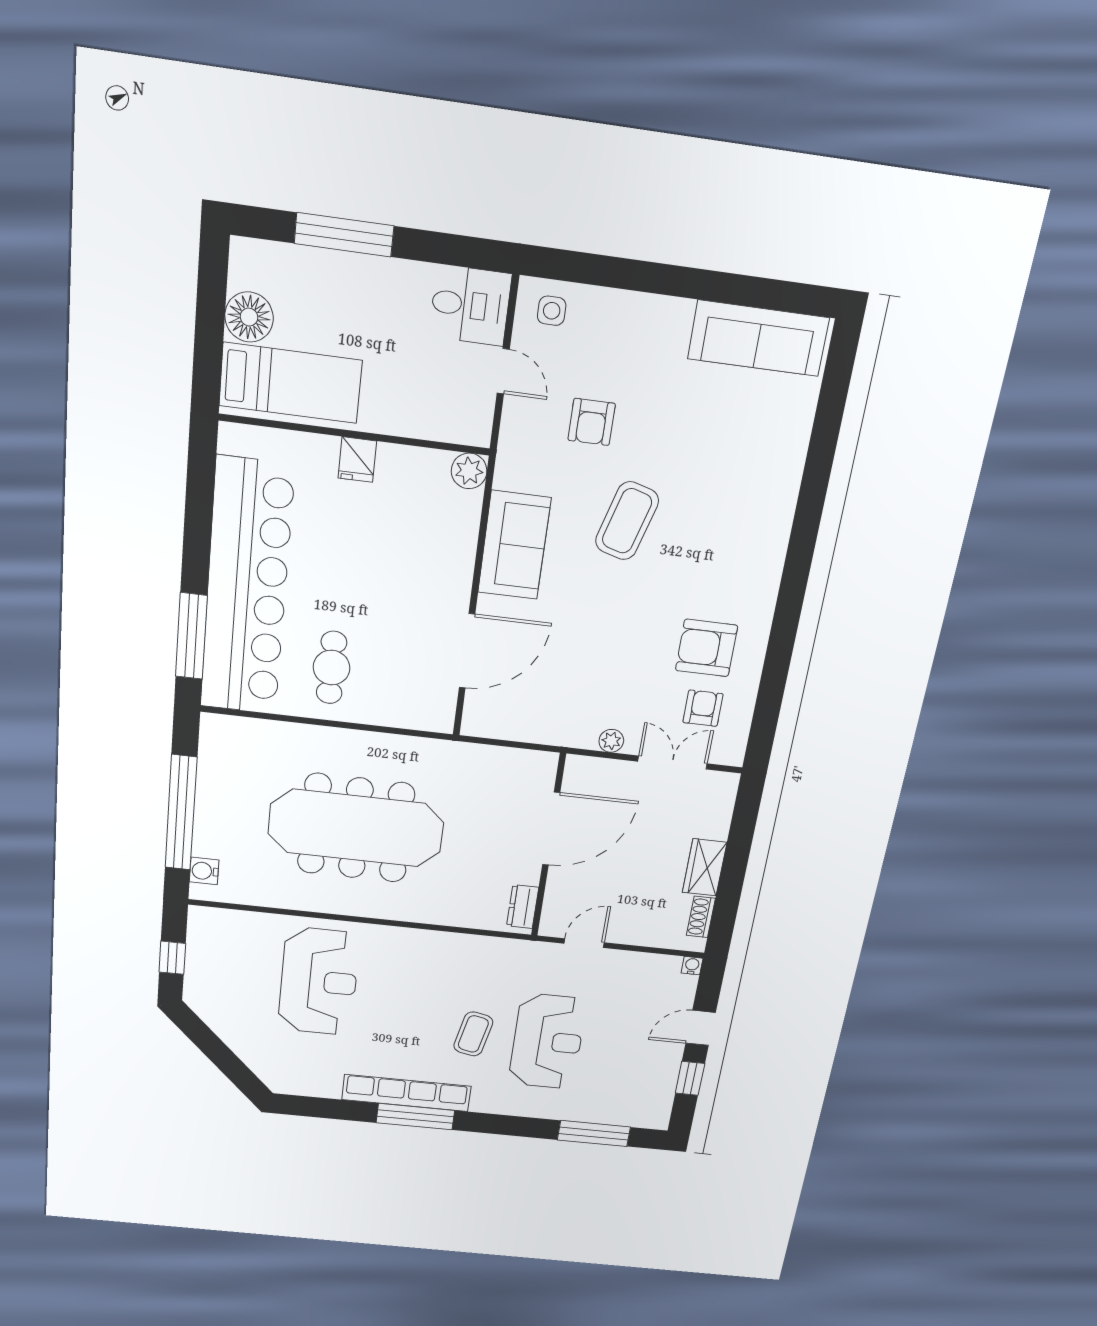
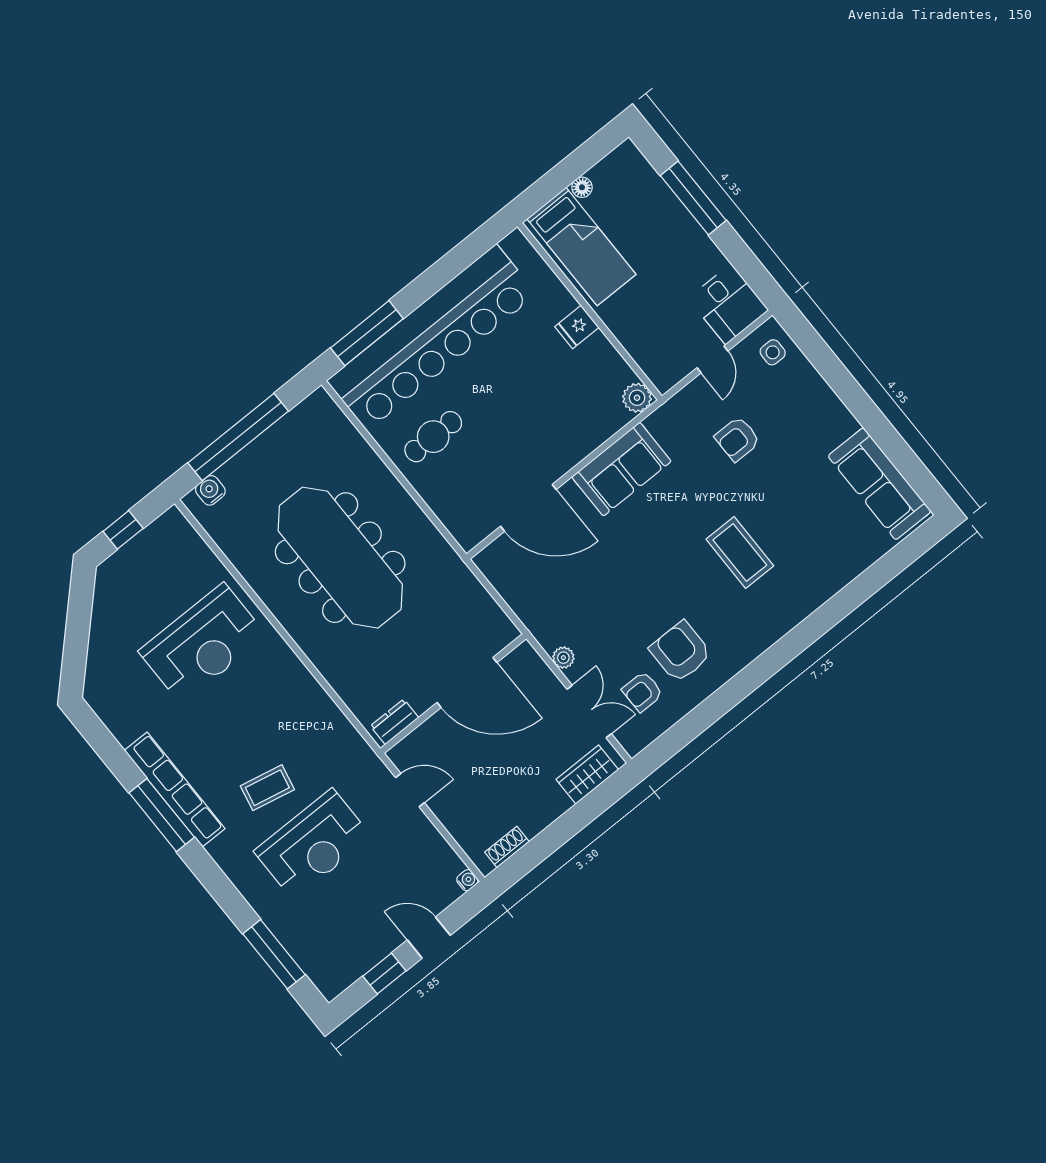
floor lamp: (249, 317) -> (582, 187), width x0.53, depth x0.53
coffee table: (627, 521) -> (740, 552), moved, turned 74
armchair: (703, 708) -> (642, 692), turned 180
wardrobe: (705, 867) -> (587, 775), moved

